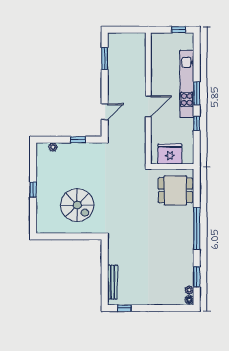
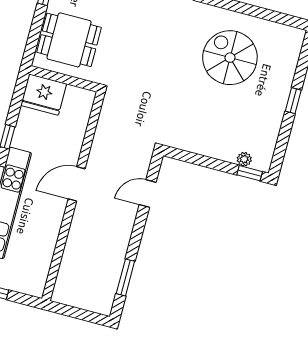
window: (78, 140) -> (250, 173), moved
fridge: (170, 154) -> (44, 95), moved

